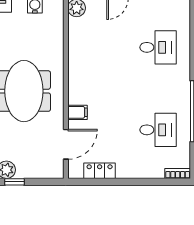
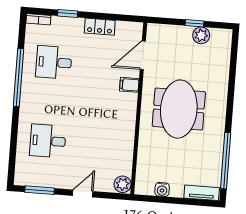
locker: (100, 171) -> (100, 27), moved
window: (148, 182) -> (68, 13), added

